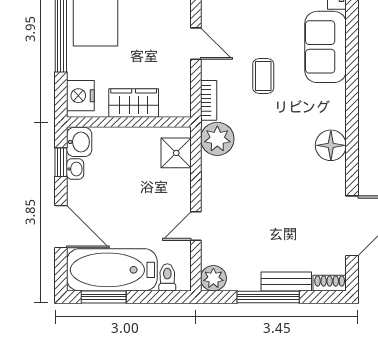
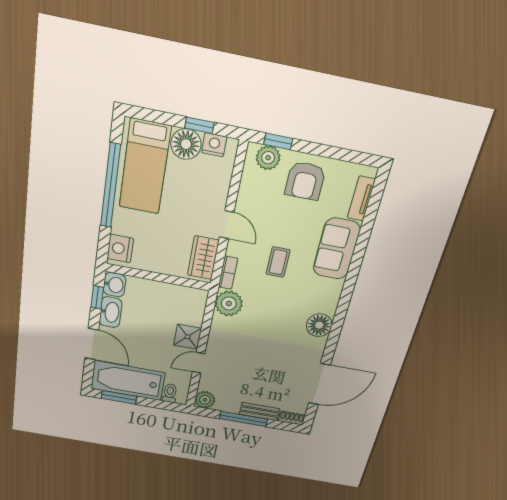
wardrobe: (134, 103) -> (203, 258), moved, turned -90
shower: (176, 153) -> (188, 337), moved
washbasin: (75, 169) -> (111, 312), width x1.91, depth x1.45

